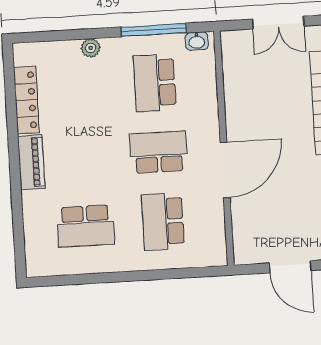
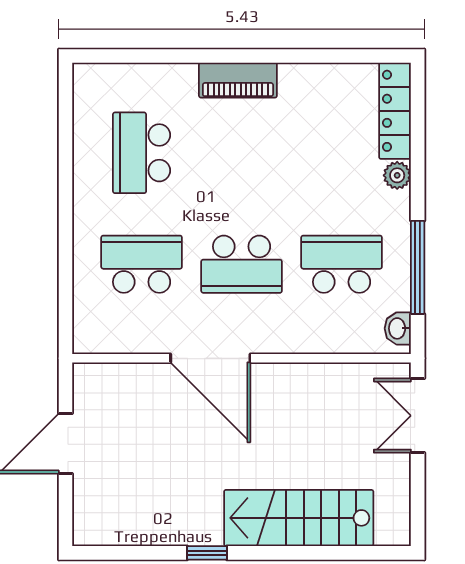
double door: (278, 23) -> (418, 416), moved
locker: (26, 100) -> (395, 111), moved, turned 90
school desk: (159, 152) -> (242, 264), turned 90

